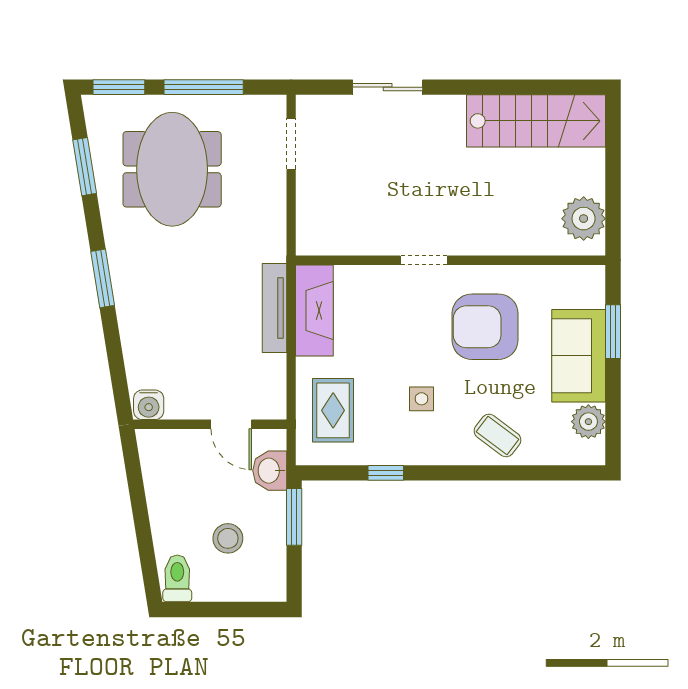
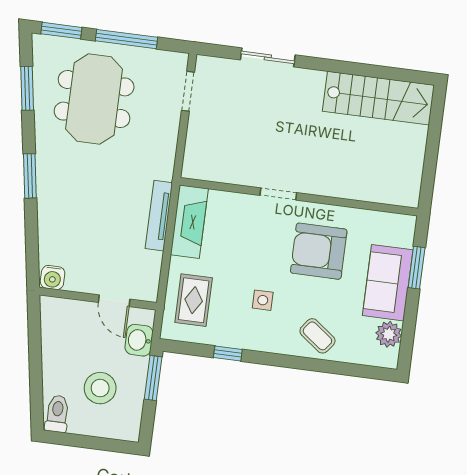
plant: (584, 219) -> (405, 178), removed
stool: (228, 538) -> (100, 388), width x1.38, depth x1.38

